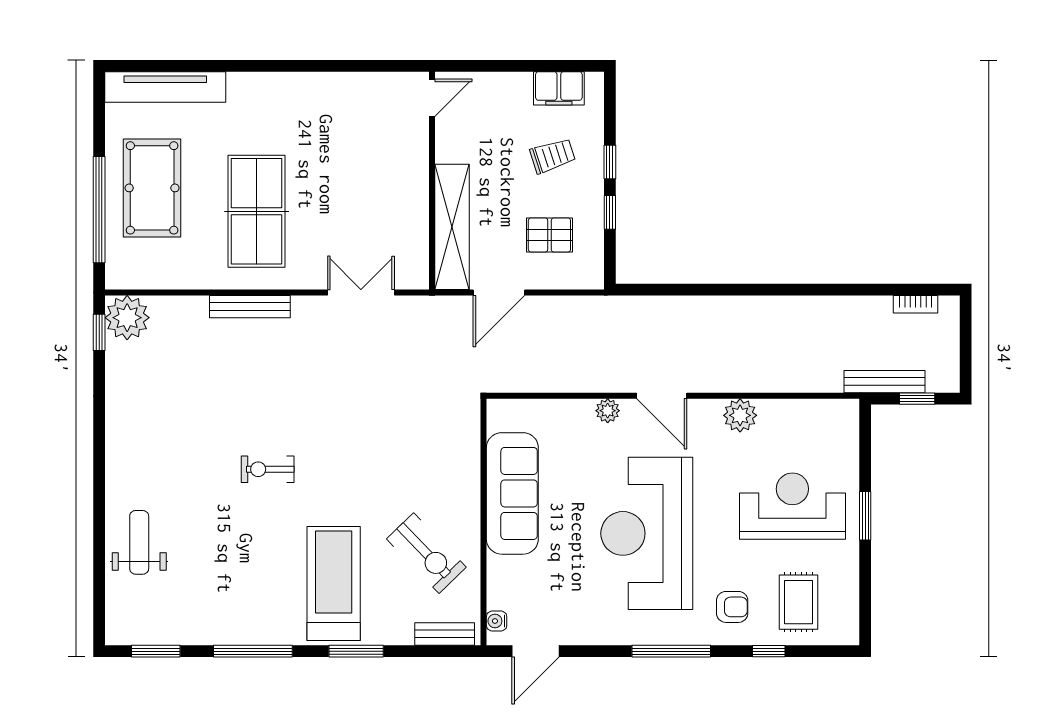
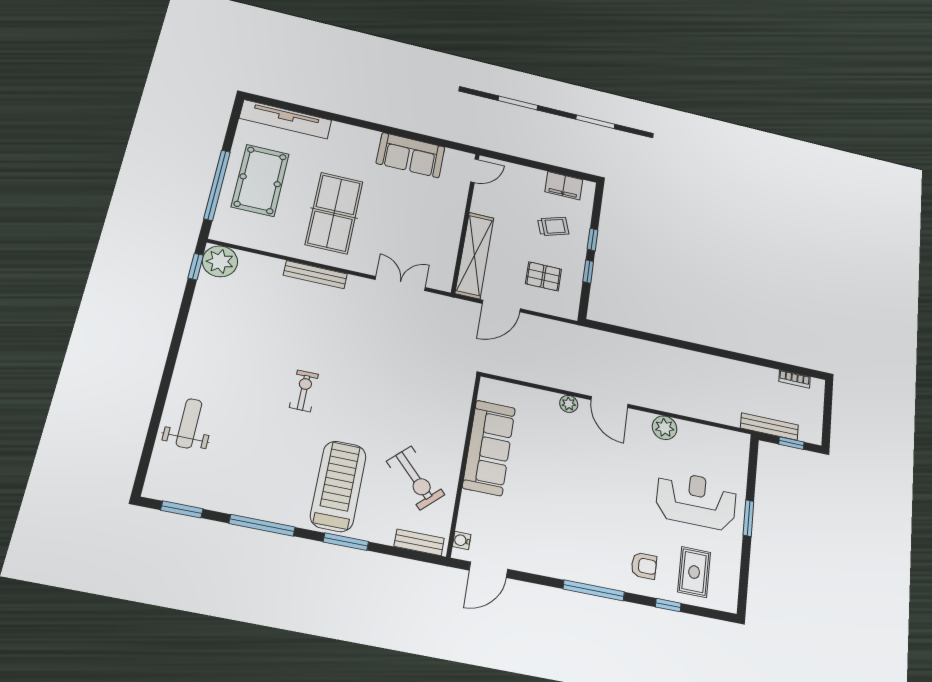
sofa: (341, 97) -> (411, 155), added
exercise bike: (268, 469) -> (304, 391), turned 90
reception desk: (647, 533) -> (586, 498), removed

